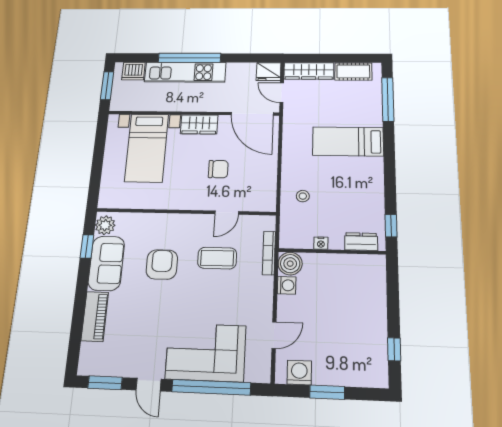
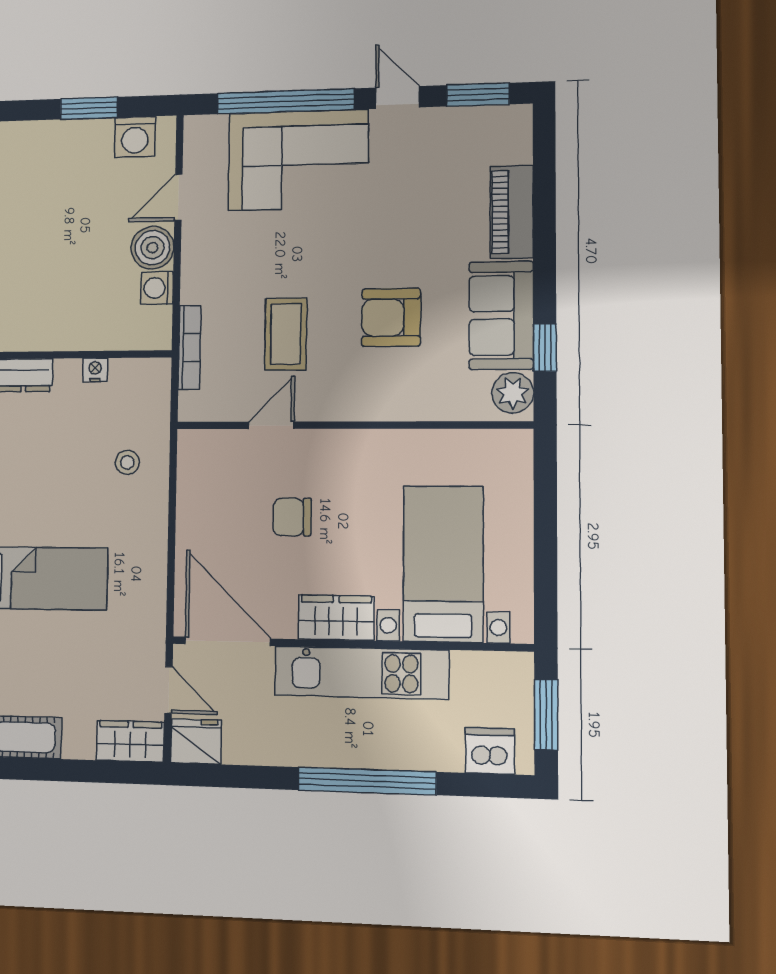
wardrobe: (309, 71) -> (130, 741), width x0.67
kitchen unit: (185, 72) -> (361, 673), moved, turned 180
coffee table: (217, 258) -> (286, 334), turned 90
armchair: (162, 264) -> (391, 317), turned 90
boiler: (290, 264) -> (152, 248), moved

